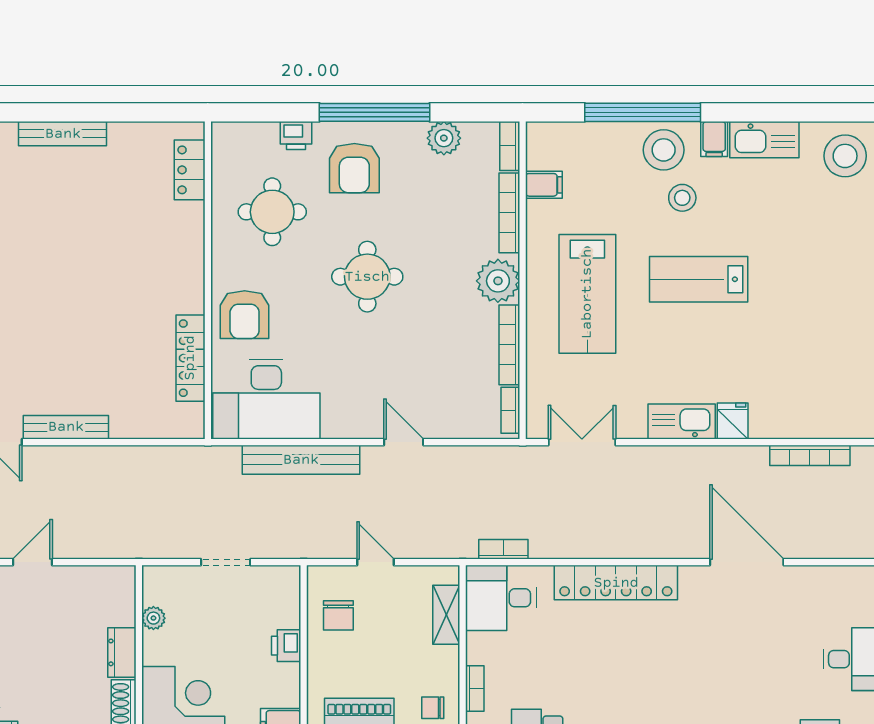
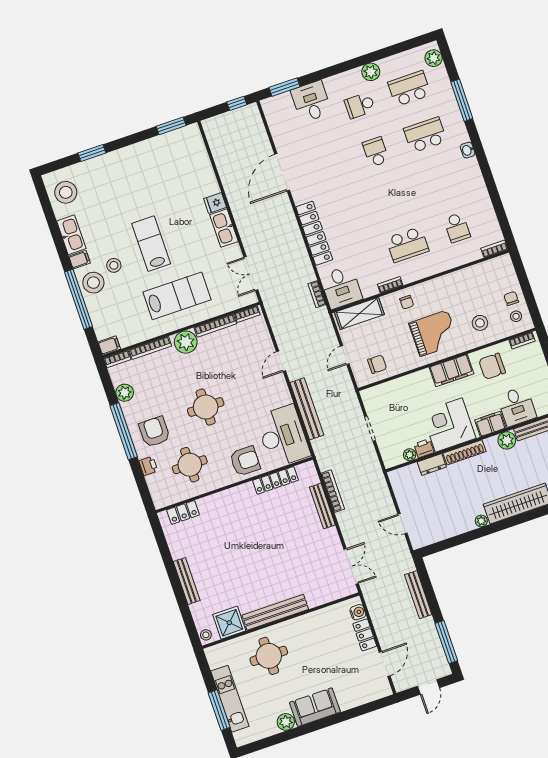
armchair: (354, 168) -> (154, 432), turned -90
filing cabinet: (544, 185) -> (109, 346), moved, turned 90
lab bench: (699, 279) -> (151, 244), turned 180
bench: (66, 427) -> (322, 506), moved
bookcase: (810, 455) -> (333, 491), moved
shelving: (446, 615) -> (359, 313), width x1.50, depth x1.33
printer: (286, 646) -> (424, 448), moved, turned 180

